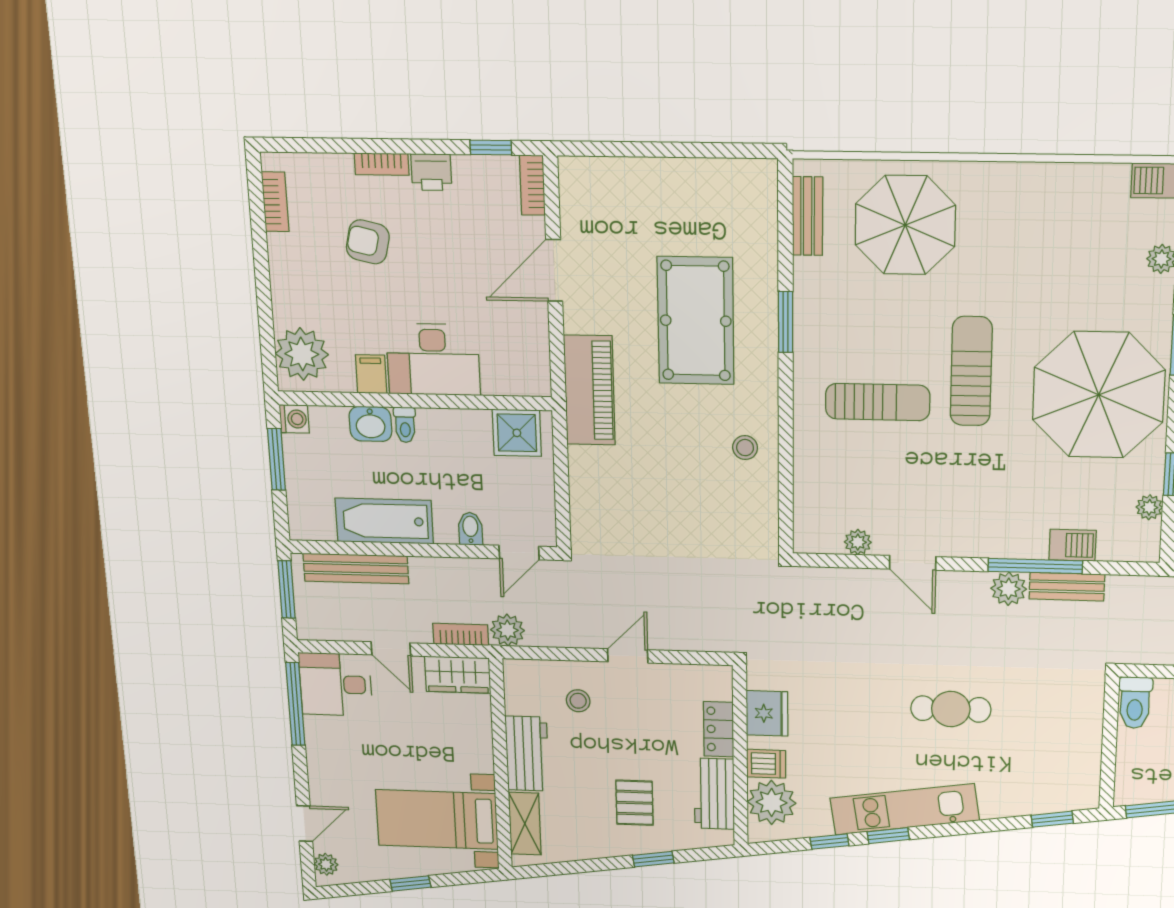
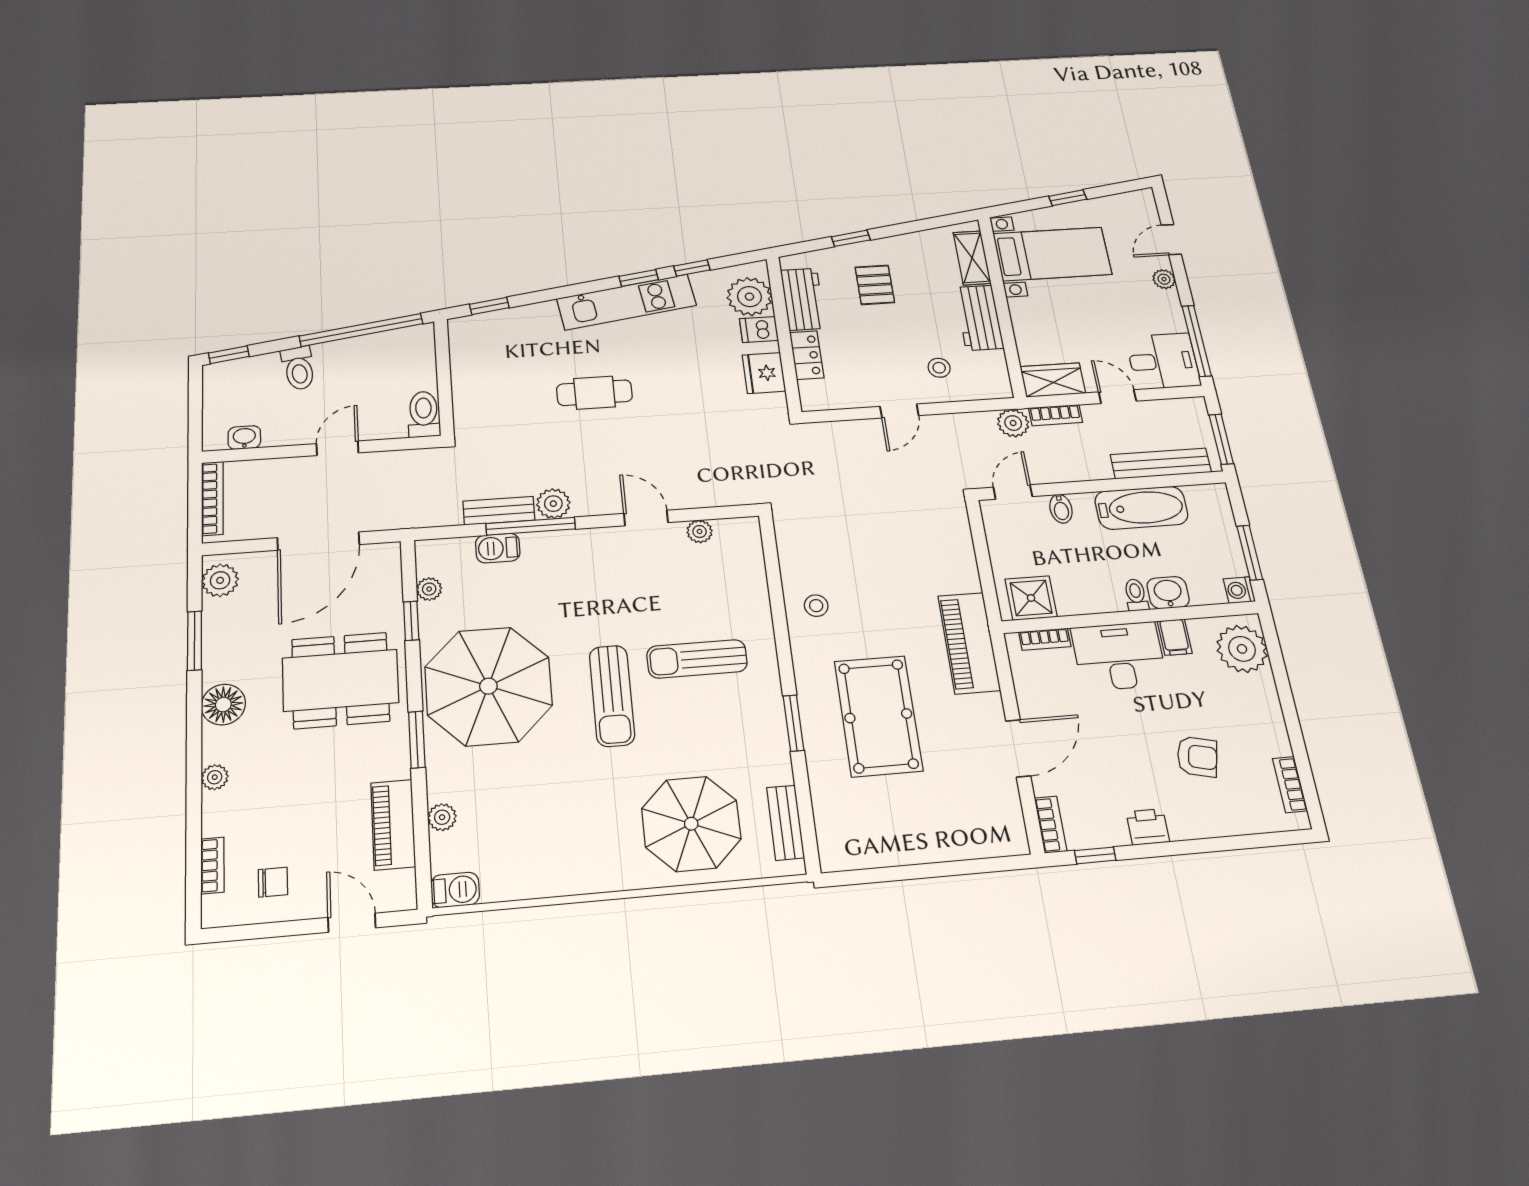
bookcase: (382, 164) -> (1045, 639), moved, turned 180
plant: (326, 864) -> (1164, 279), moved

